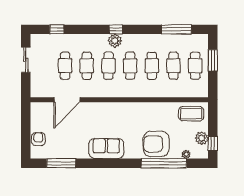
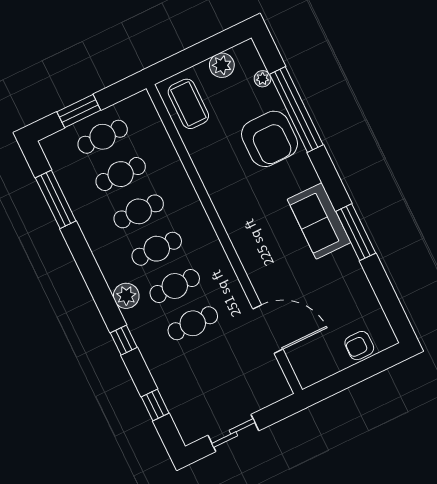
window: (116, 29) -> (124, 340), moved
cafe table: (65, 66) -> (211, 361), removed
window: (213, 143) -> (222, 42), removed
window: (61, 163) -> (356, 232), moved

